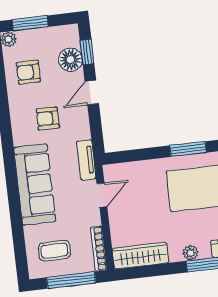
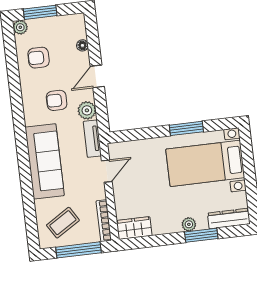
window: (87, 52) -> (93, 39), removed
floor lamp: (70, 60) -> (82, 45), width x0.53, depth x0.53
plant: (81, 129) -> (87, 110), added
coffee table: (54, 251) -> (63, 223), turned -32
wardrobe: (140, 256) -> (134, 228), width x0.67

